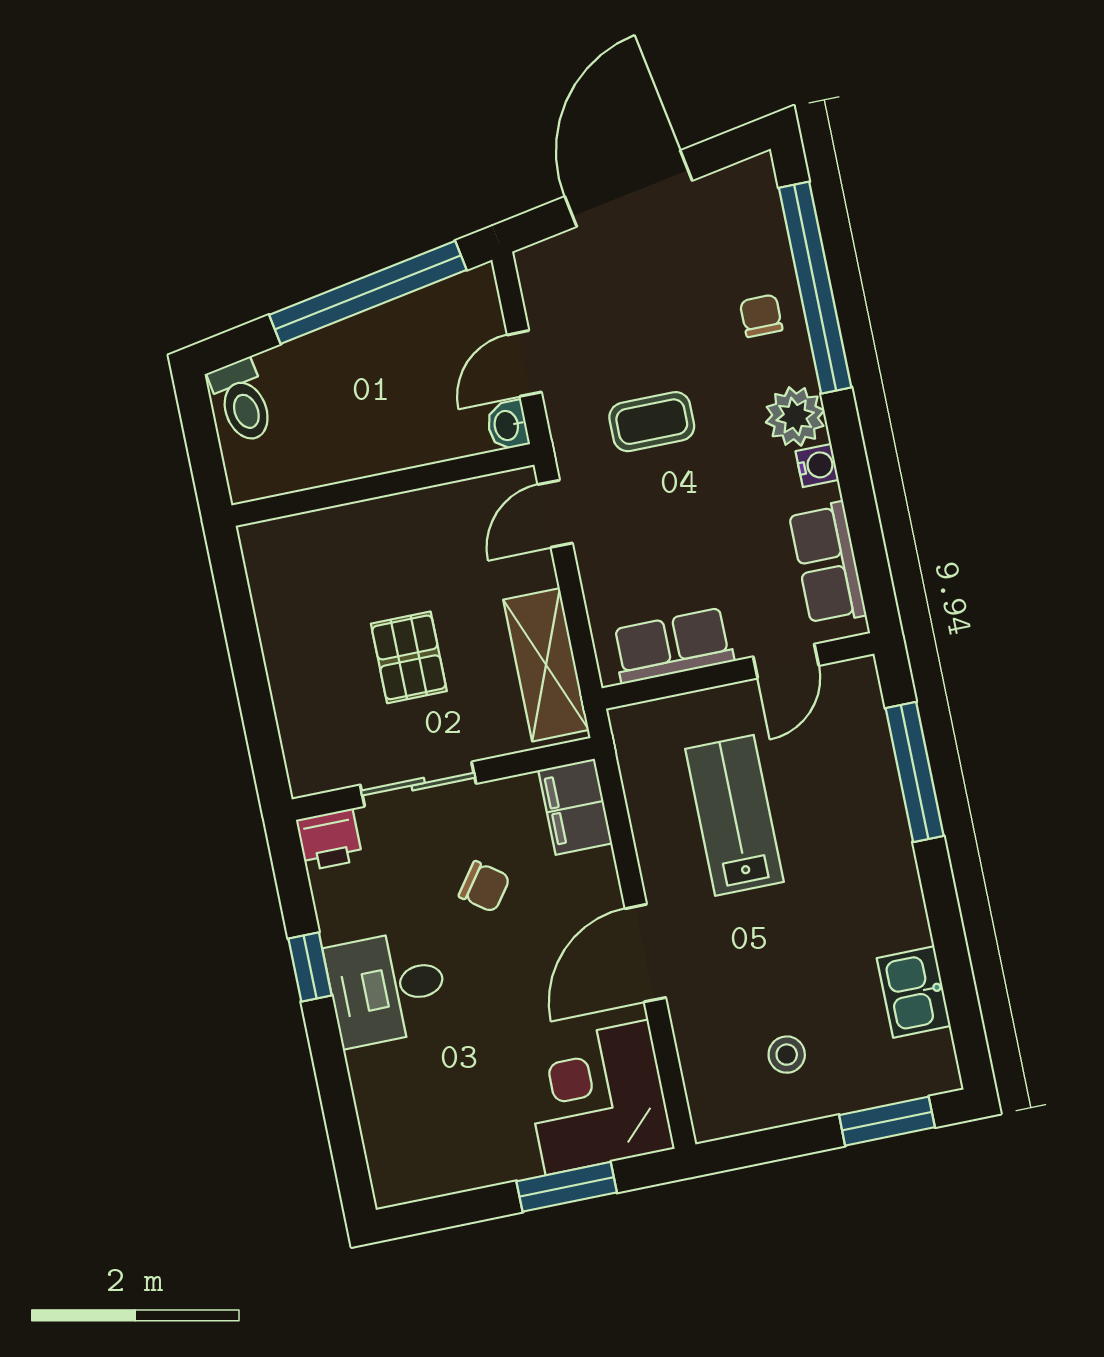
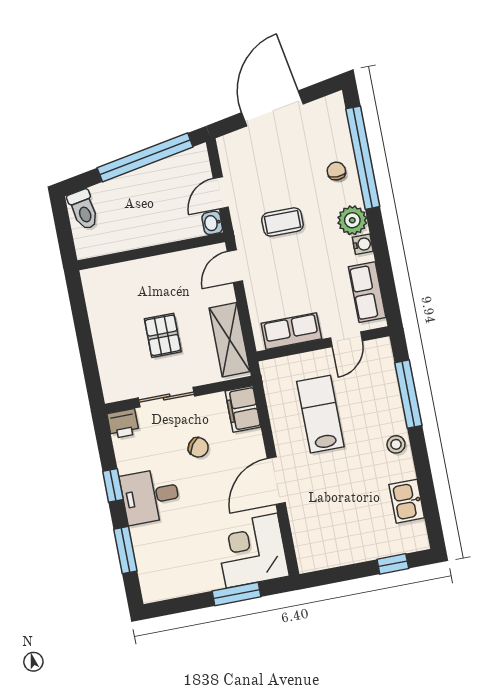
stool: (787, 1055) -> (396, 444), moved
window: (337, 1099) -> (125, 550), added
window: (887, 1121) -> (393, 564), width x0.67

